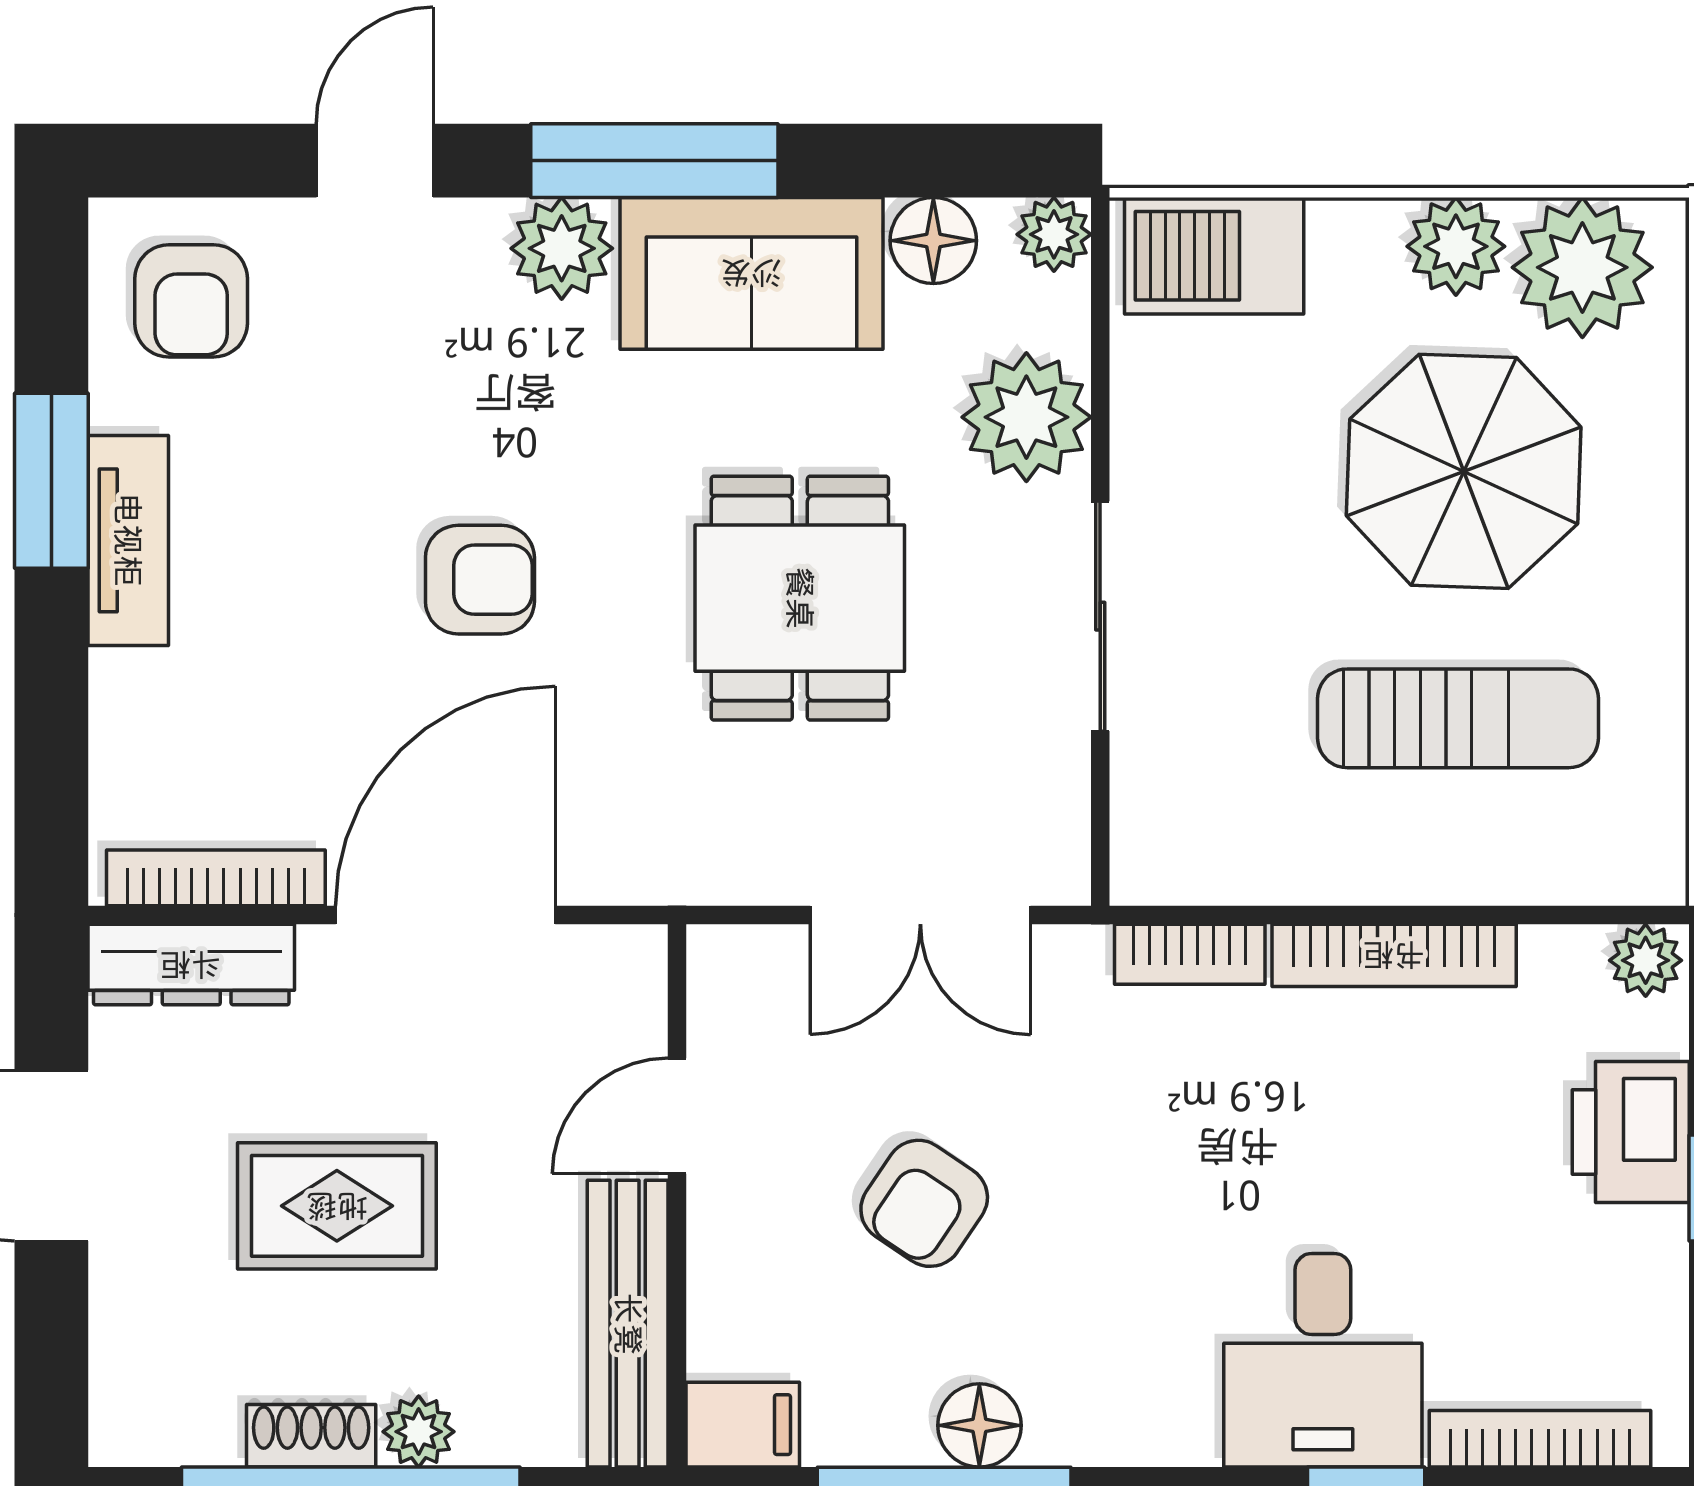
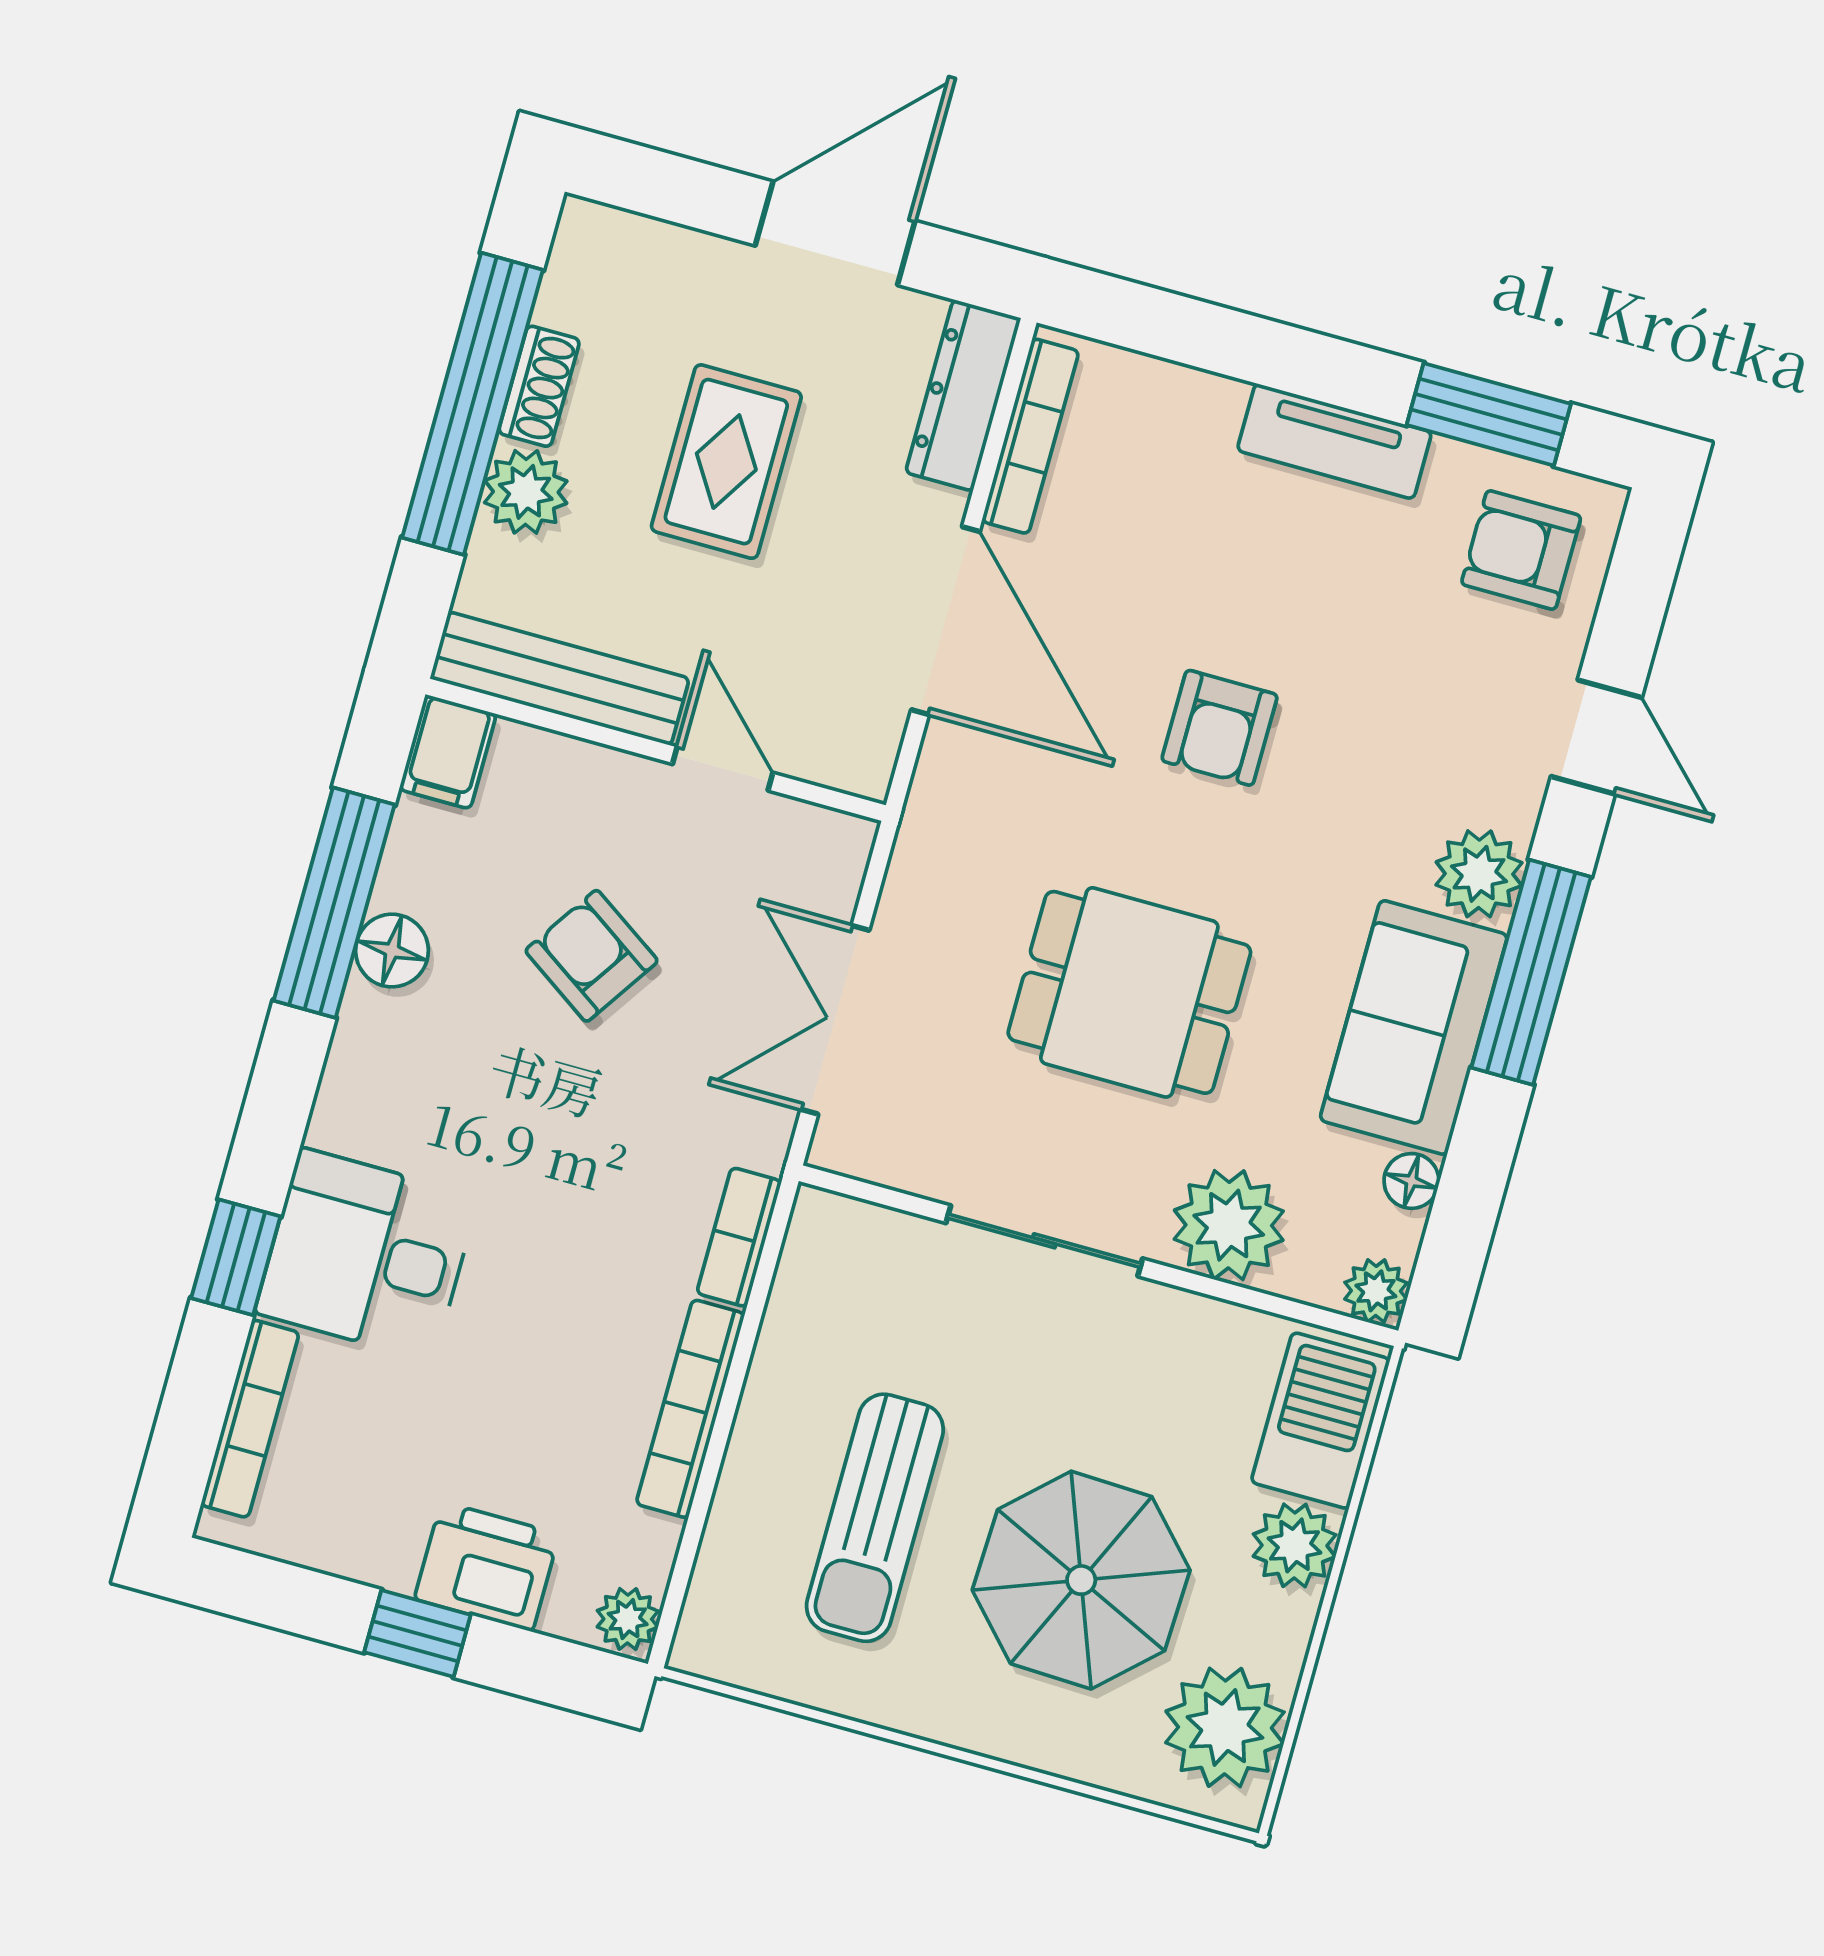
floor lamp: (933, 241) -> (1411, 1181), width x0.73, depth x0.73
plant: (1456, 246) -> (1295, 1545), moved
window: (51, 481) -> (1489, 414), moved
plant: (419, 1432) -> (526, 492), width x1.38, depth x1.38

